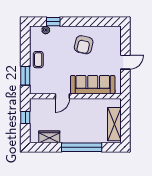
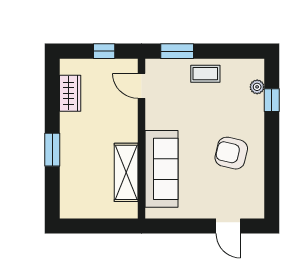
door: (125, 62) -> (228, 226), moved
door: (62, 96) -> (142, 86), moved
shelving: (114, 124) -> (126, 172), moved, turned 90
window: (82, 147) -> (52, 150), width x0.47

